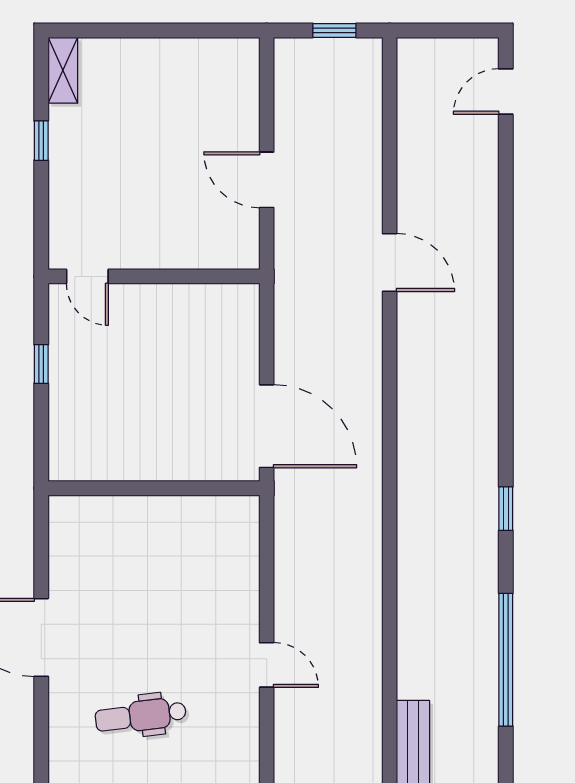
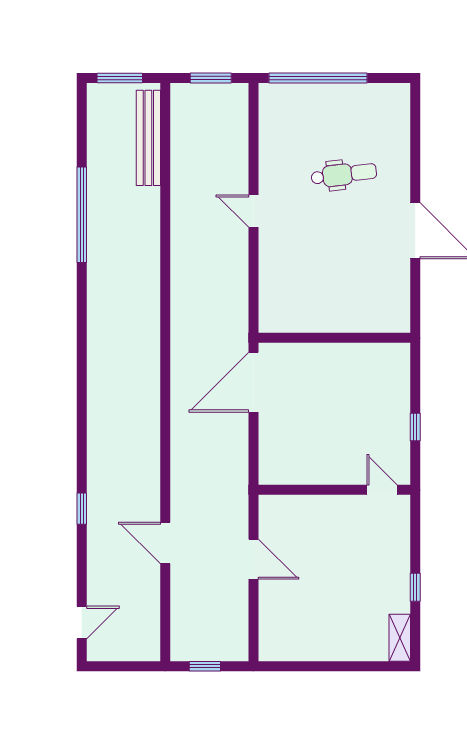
door: (390, 262) -> (165, 543), moved
door: (267, 426) -> (253, 382), hinge flipped
window: (506, 509) -> (82, 509), moved

